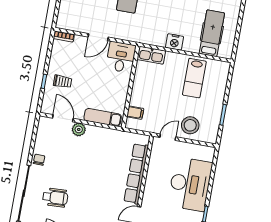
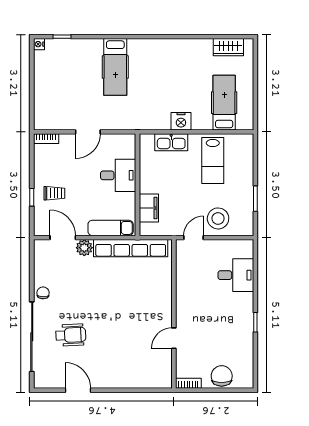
kitchen sink: (151, 55) -> (171, 142), moved
desk: (121, 57) -> (118, 175), moved, turned 90
filing cabinet: (135, 113) -> (149, 208), width x2.00
row of seats: (136, 174) -> (131, 248), moved, turned -90
desk: (190, 184) -> (236, 275), width x0.53, depth x0.77

